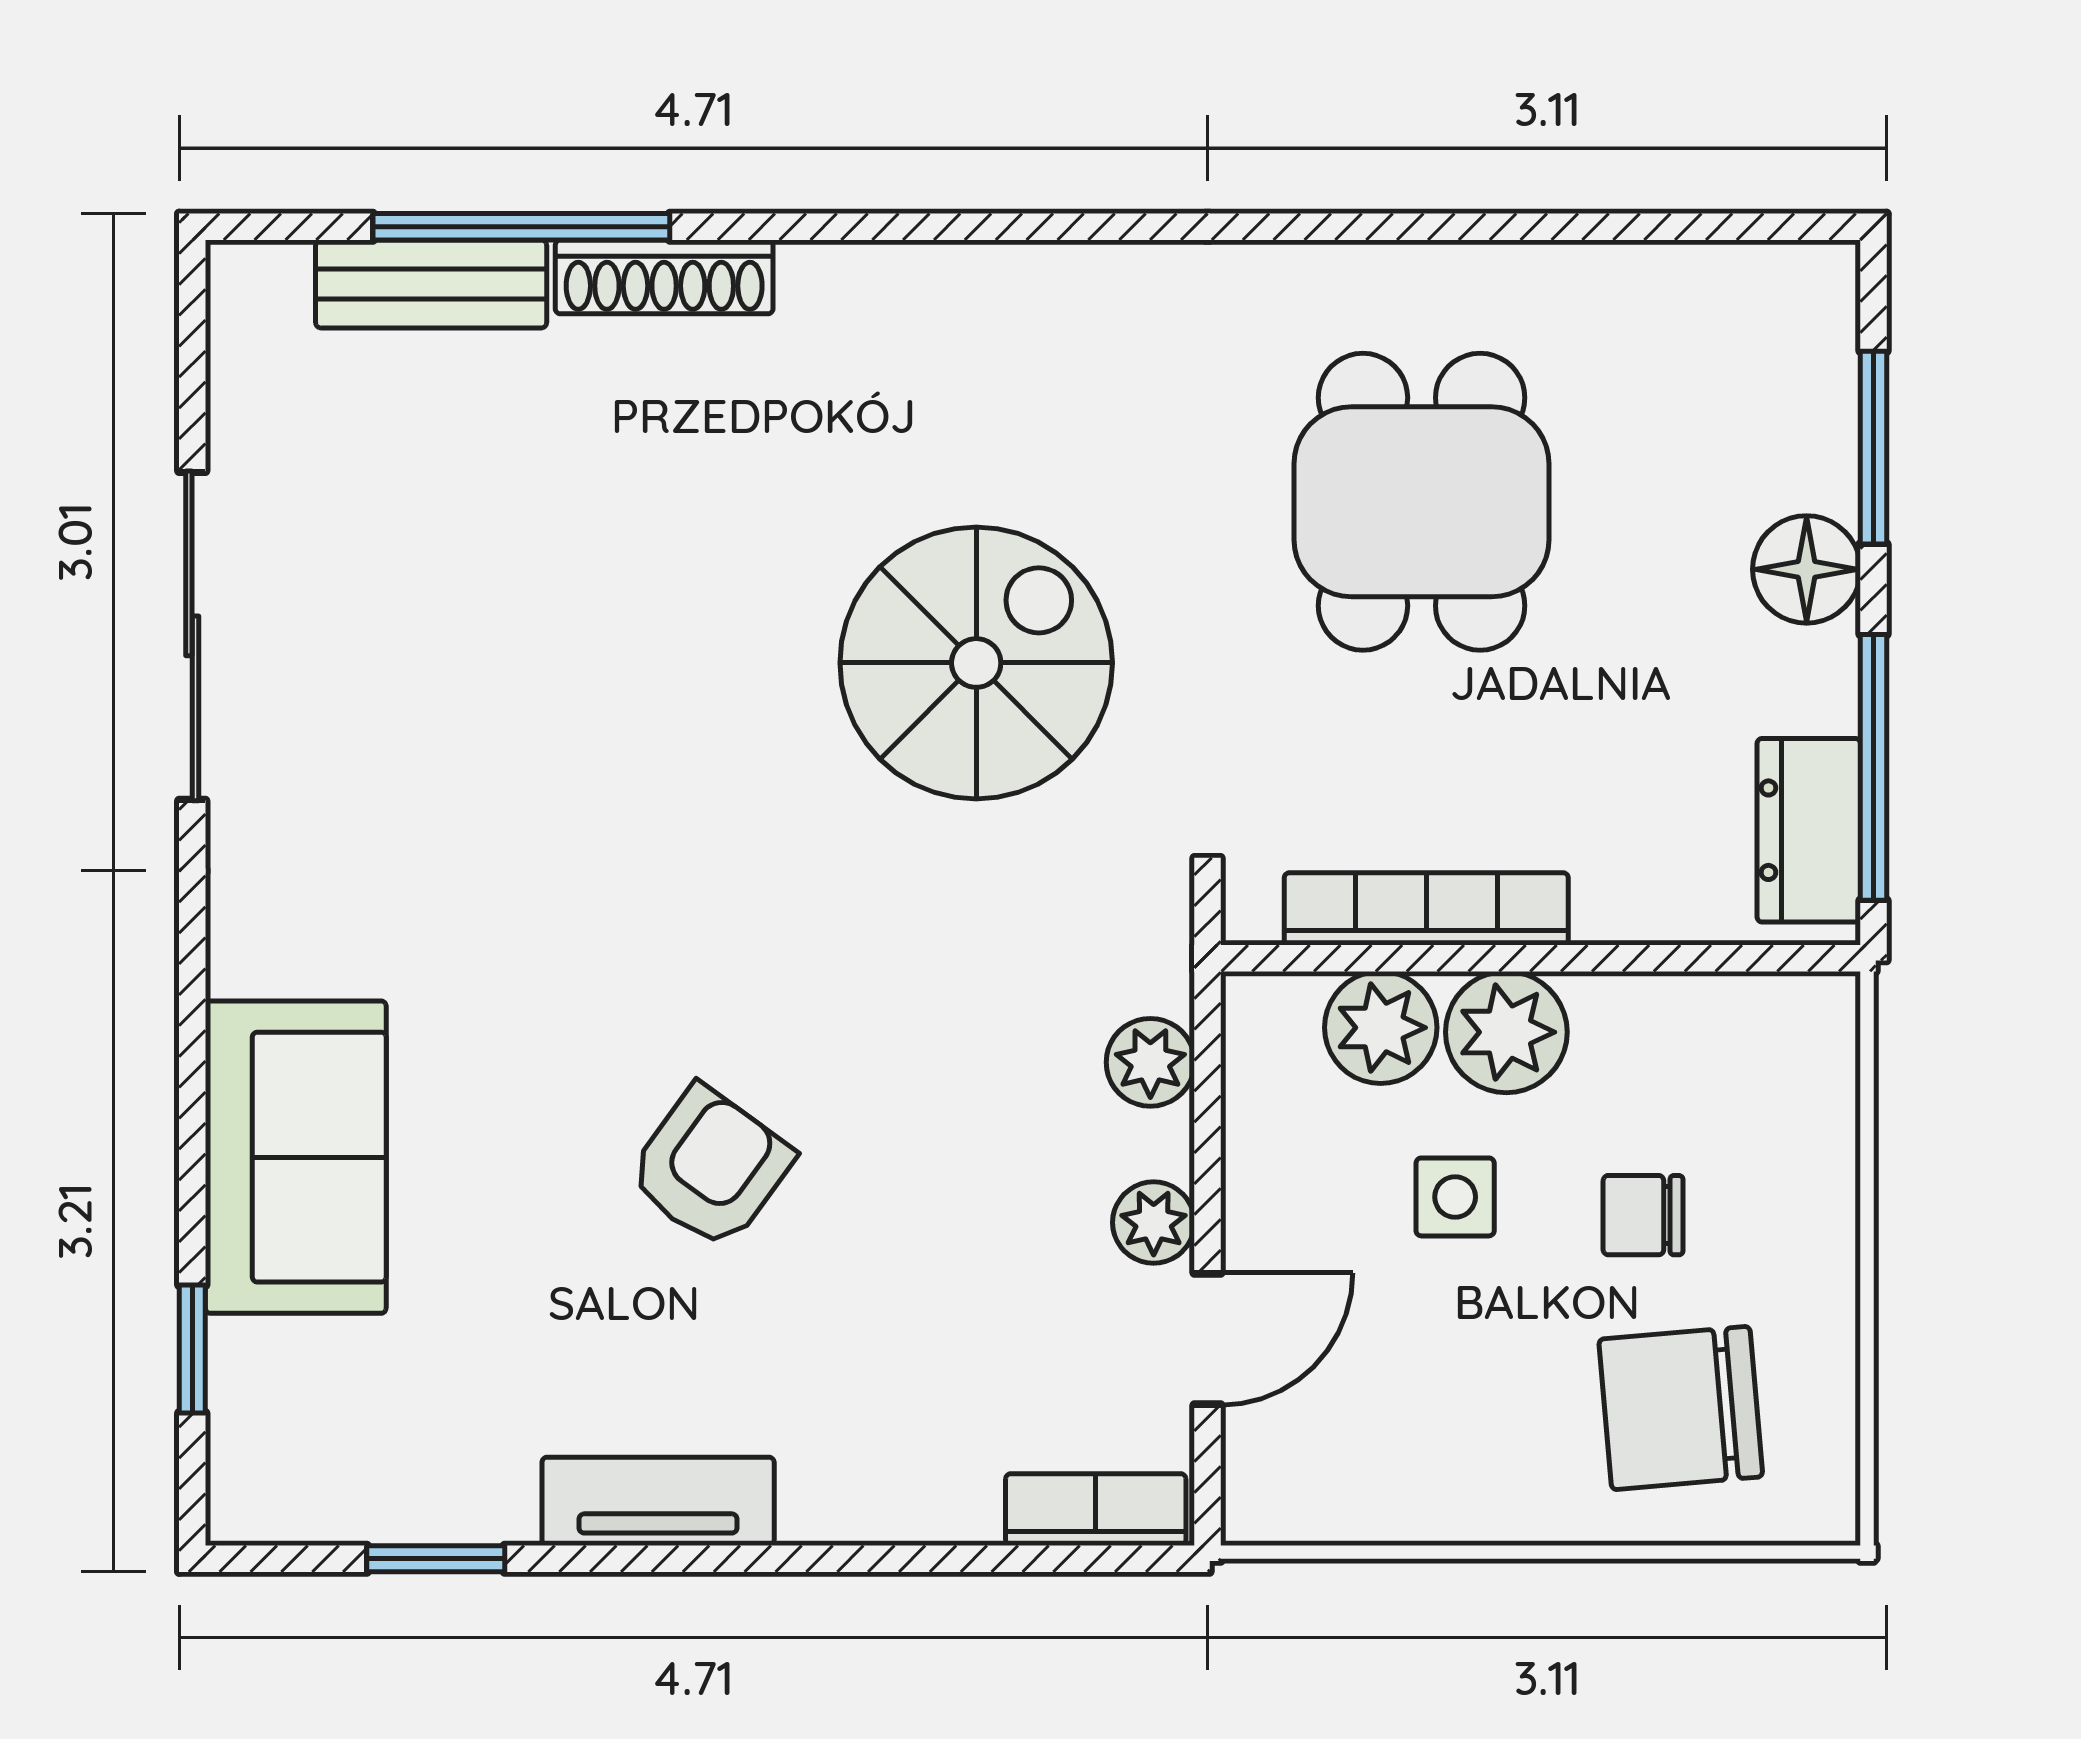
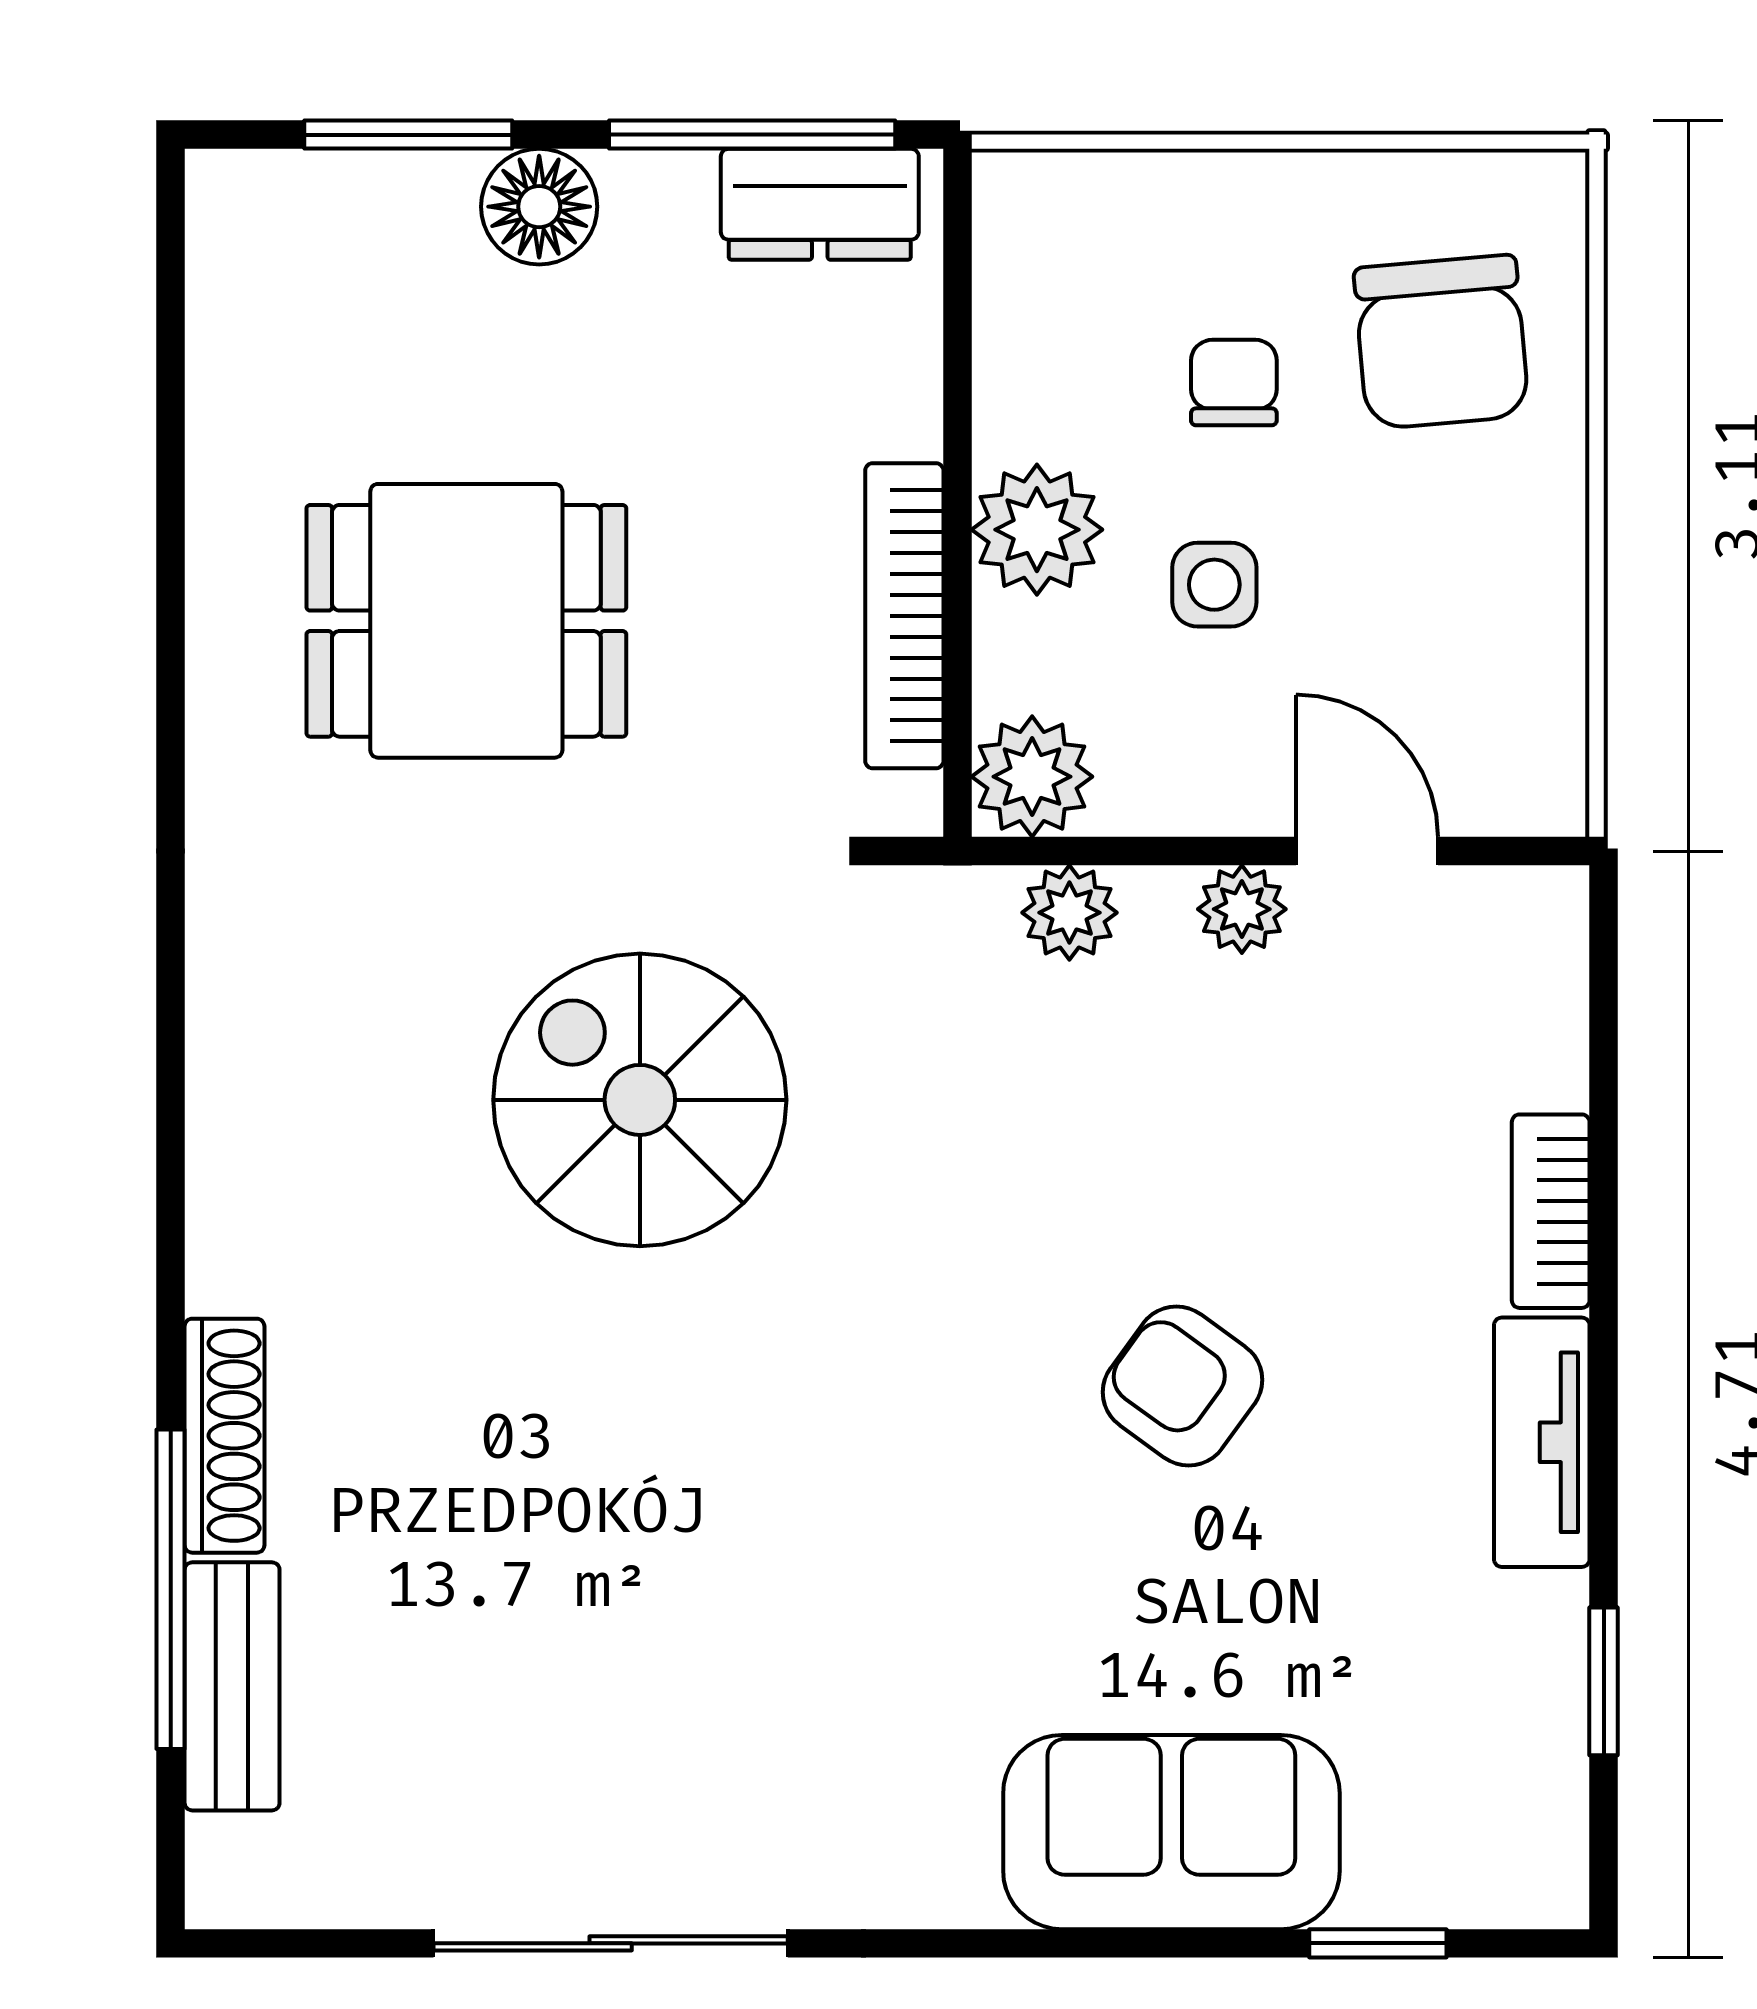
plant: (1381, 1028) -> (1032, 777), moved
chair: (1643, 1215) -> (1234, 383), turned 180
bookcase: (1096, 1510) -> (1551, 1211), moved

